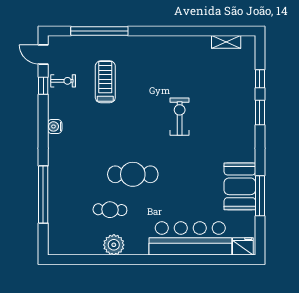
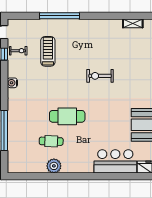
window: (99, 31) -> (60, 16), moved
exercise bike: (180, 117) -> (100, 76), turned -90
bar counter: (190, 238) -> (115, 161), width x0.73

